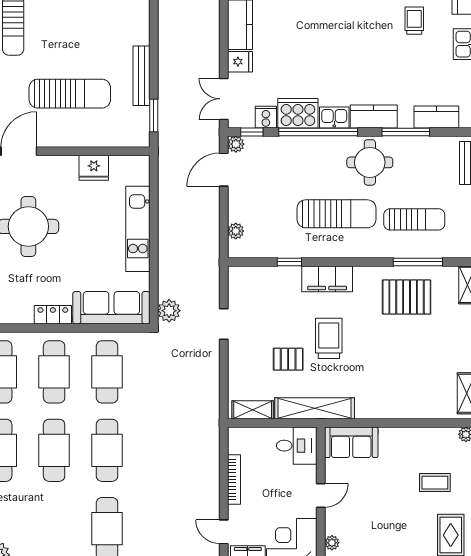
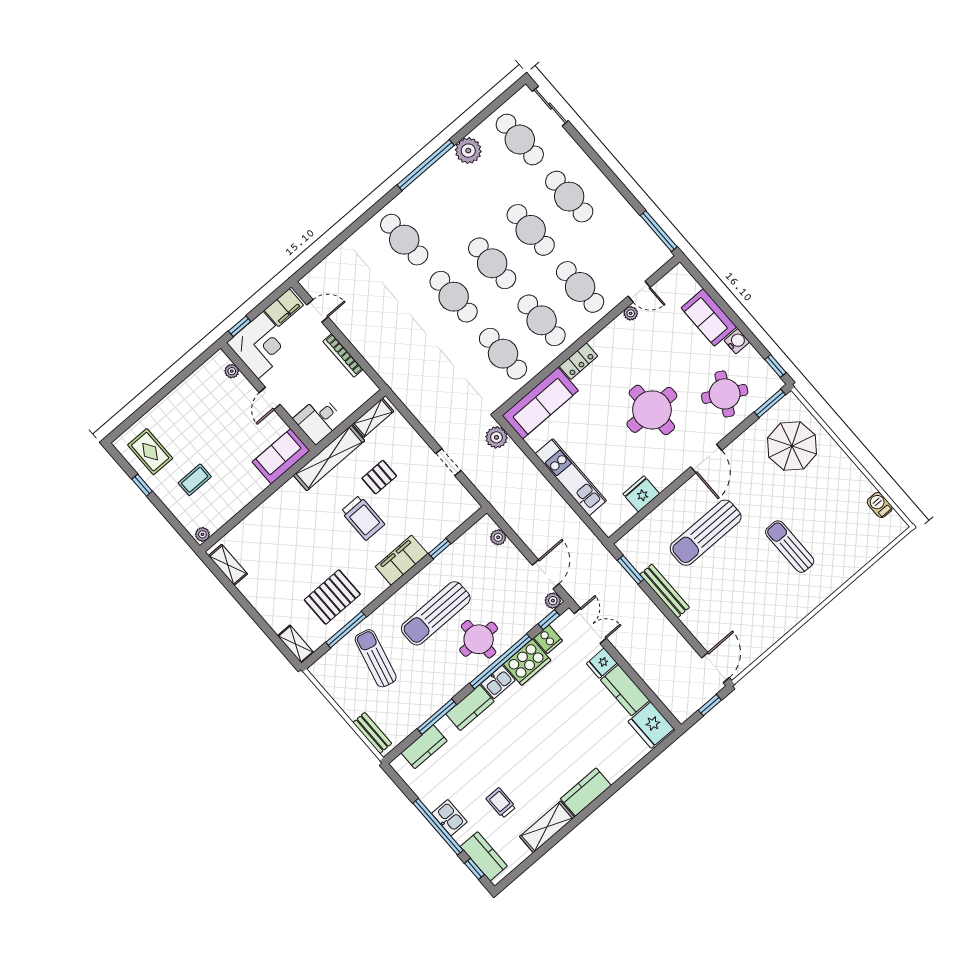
trolley: (414, 21) -> (501, 803), turned 180
round table: (370, 162) -> (479, 639), moved
sun lounger: (414, 219) -> (376, 658), turned 104

